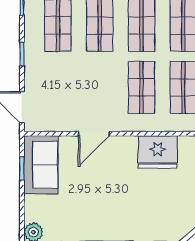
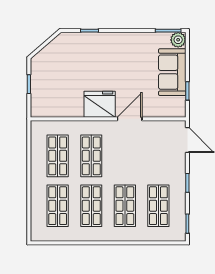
fridge: (158, 152) -> (100, 104), moved
sofa: (41, 165) -> (172, 72), moved

